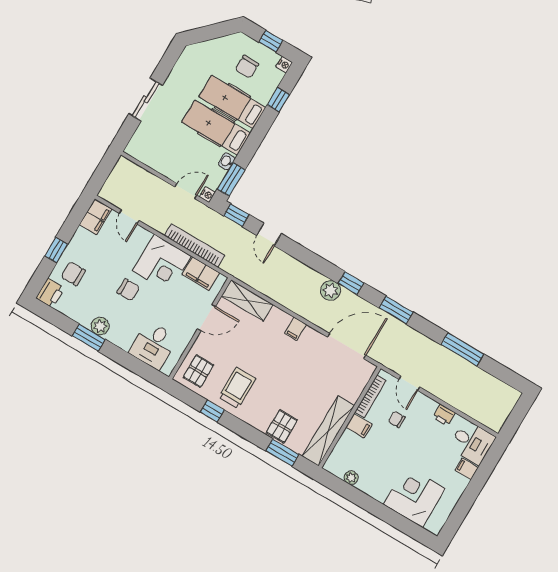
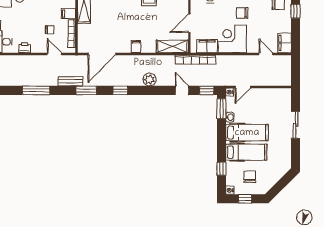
bookcase: (195, 246) -> (195, 60), moved
plant: (330, 291) -> (149, 80), moved
bench: (410, 334) -> (71, 81), added

